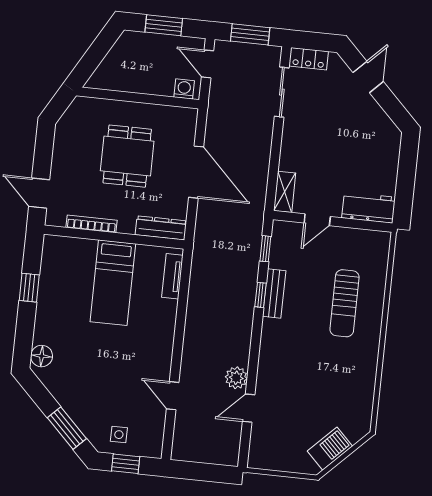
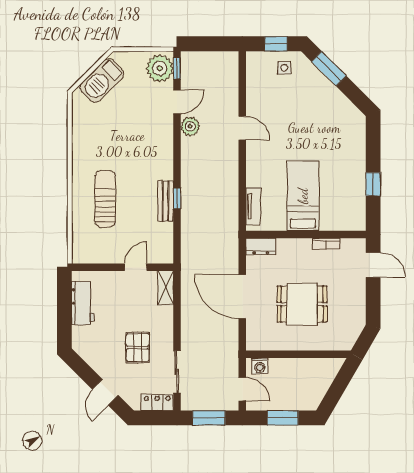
pallet: (325, 125) -> (138, 348), added
dining table: (127, 156) -> (302, 304), turned 90
workbench: (369, 208) -> (83, 303), moved, turned -90
bookcase: (91, 224) -> (326, 244), width x0.64
dresser: (161, 228) -> (261, 246), width x0.70
window: (265, 249) -> (177, 68), moved
floor lamp: (42, 356) -> (357, 127), removed
door: (173, 396) -> (242, 128), moved
plant: (265, 449) -> (160, 68), added
barbecue: (330, 449) -> (102, 81), width x1.37, depth x1.21

